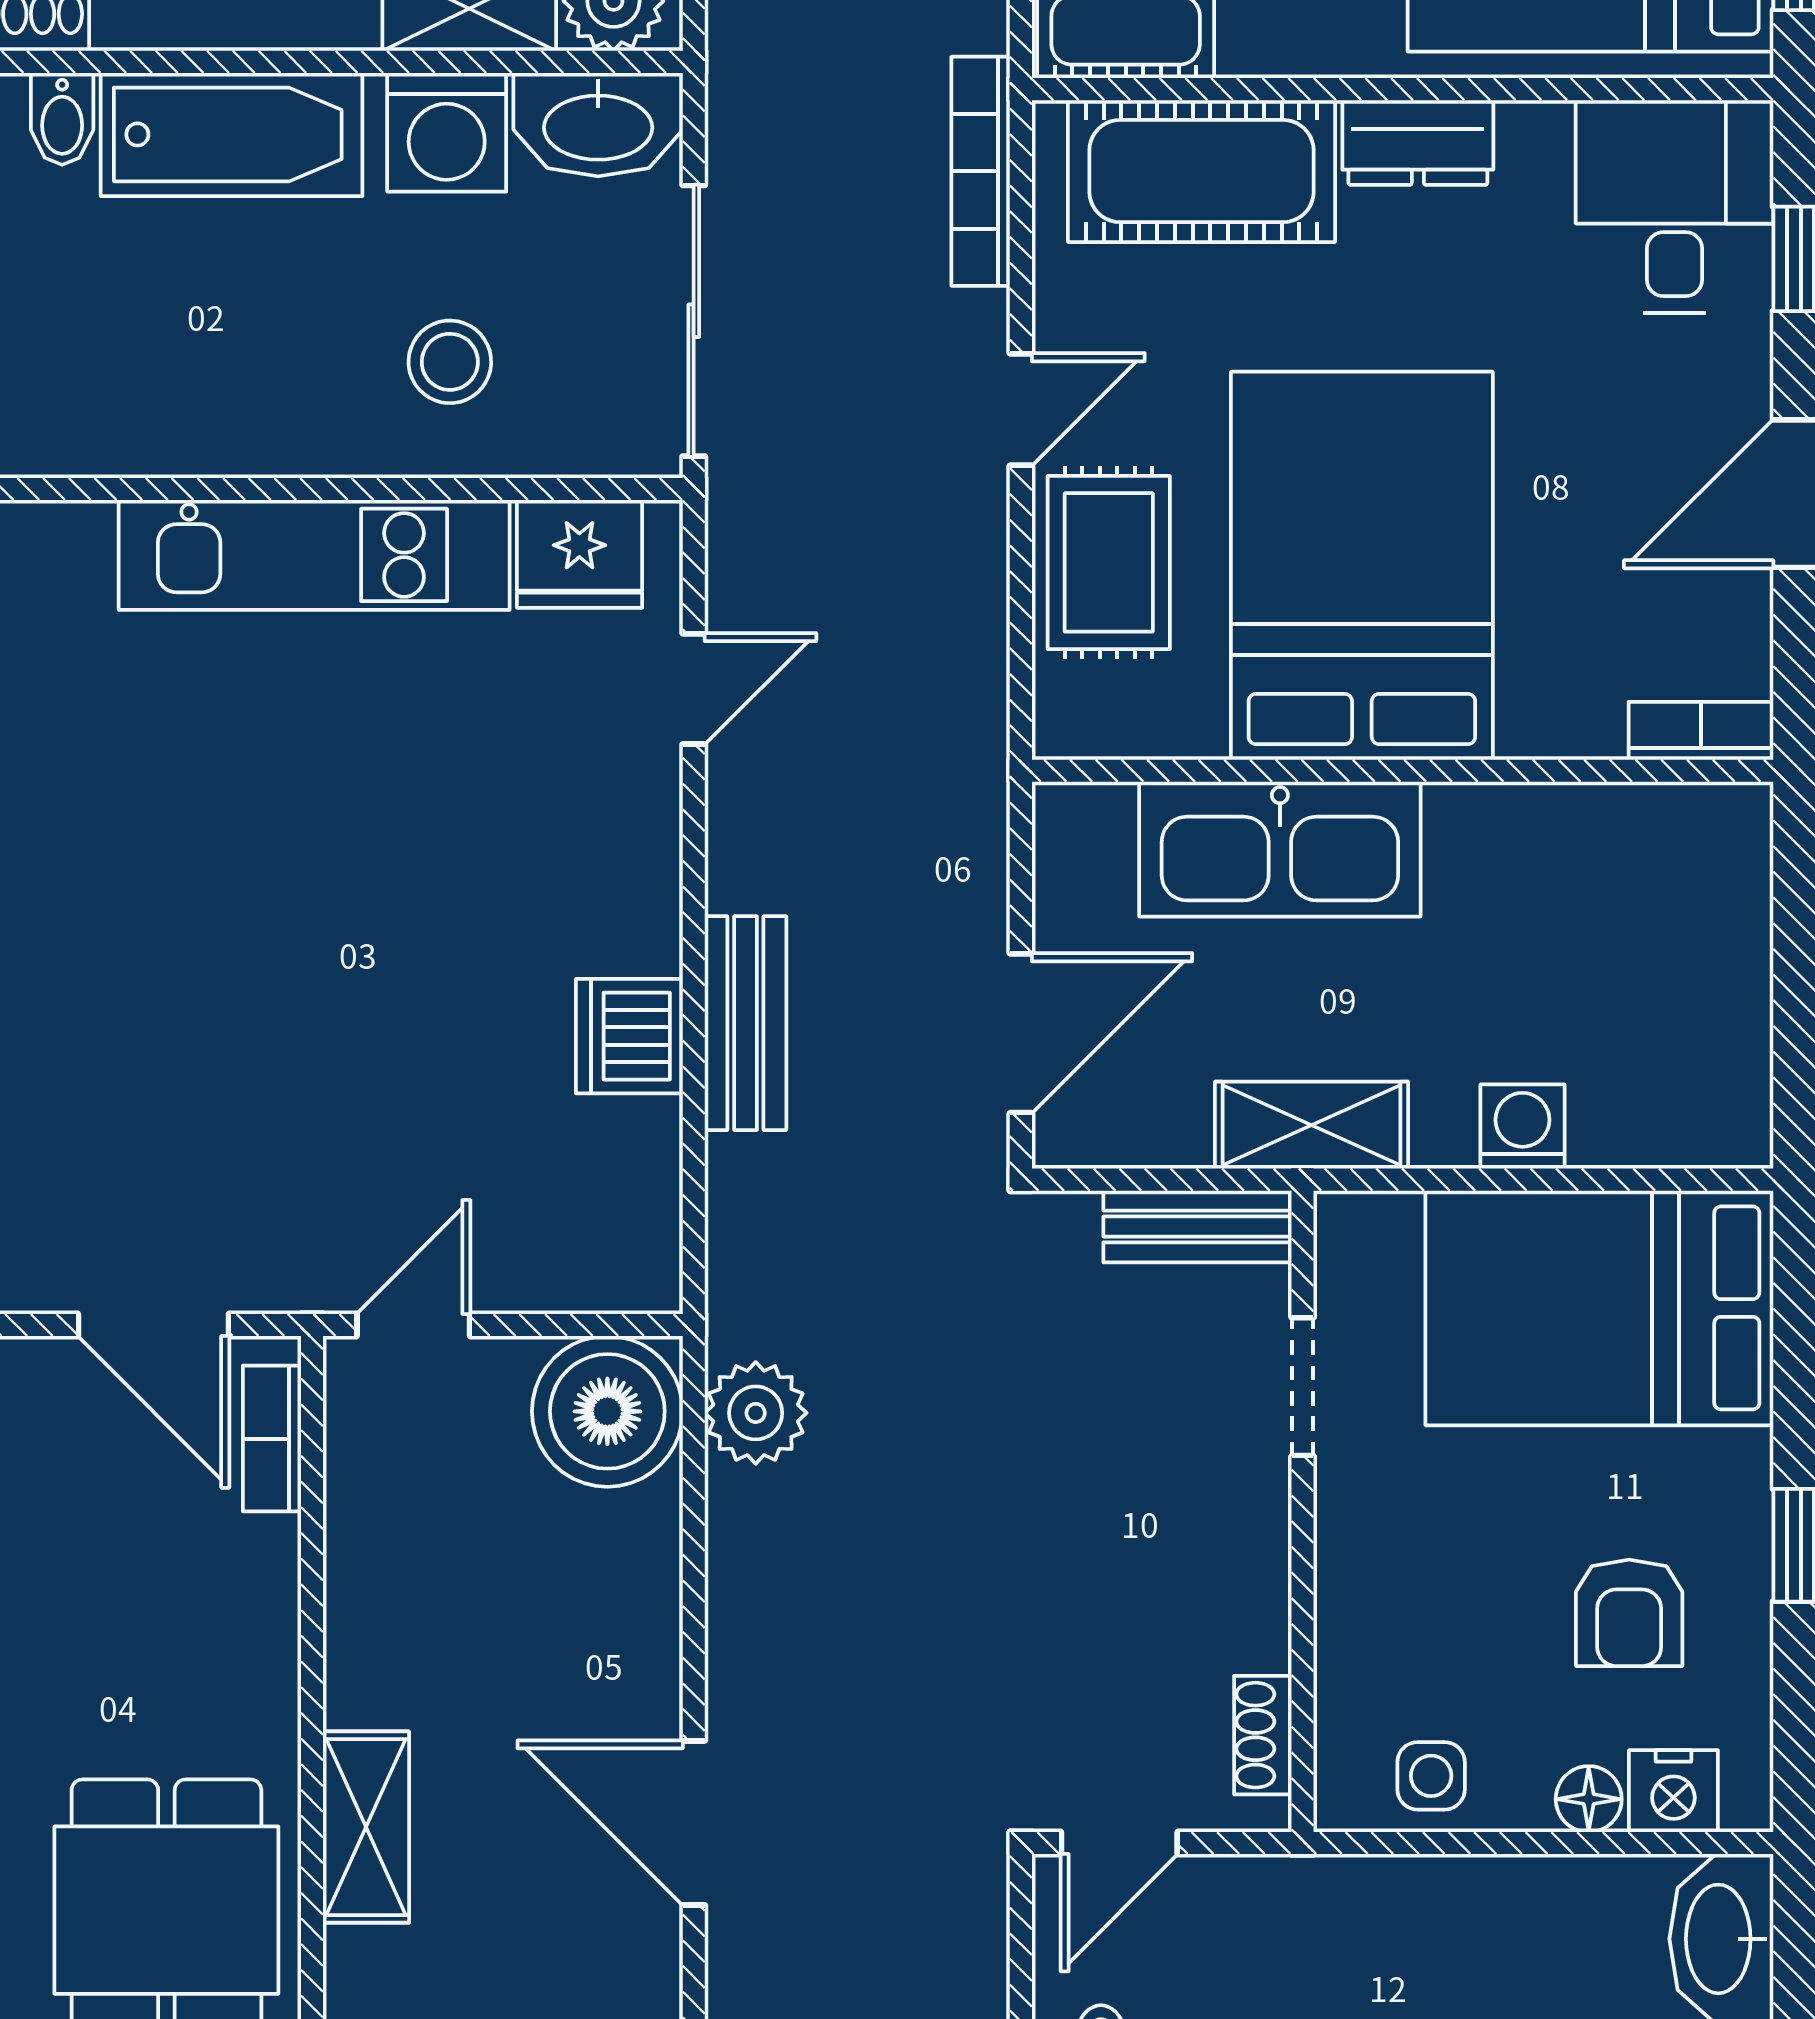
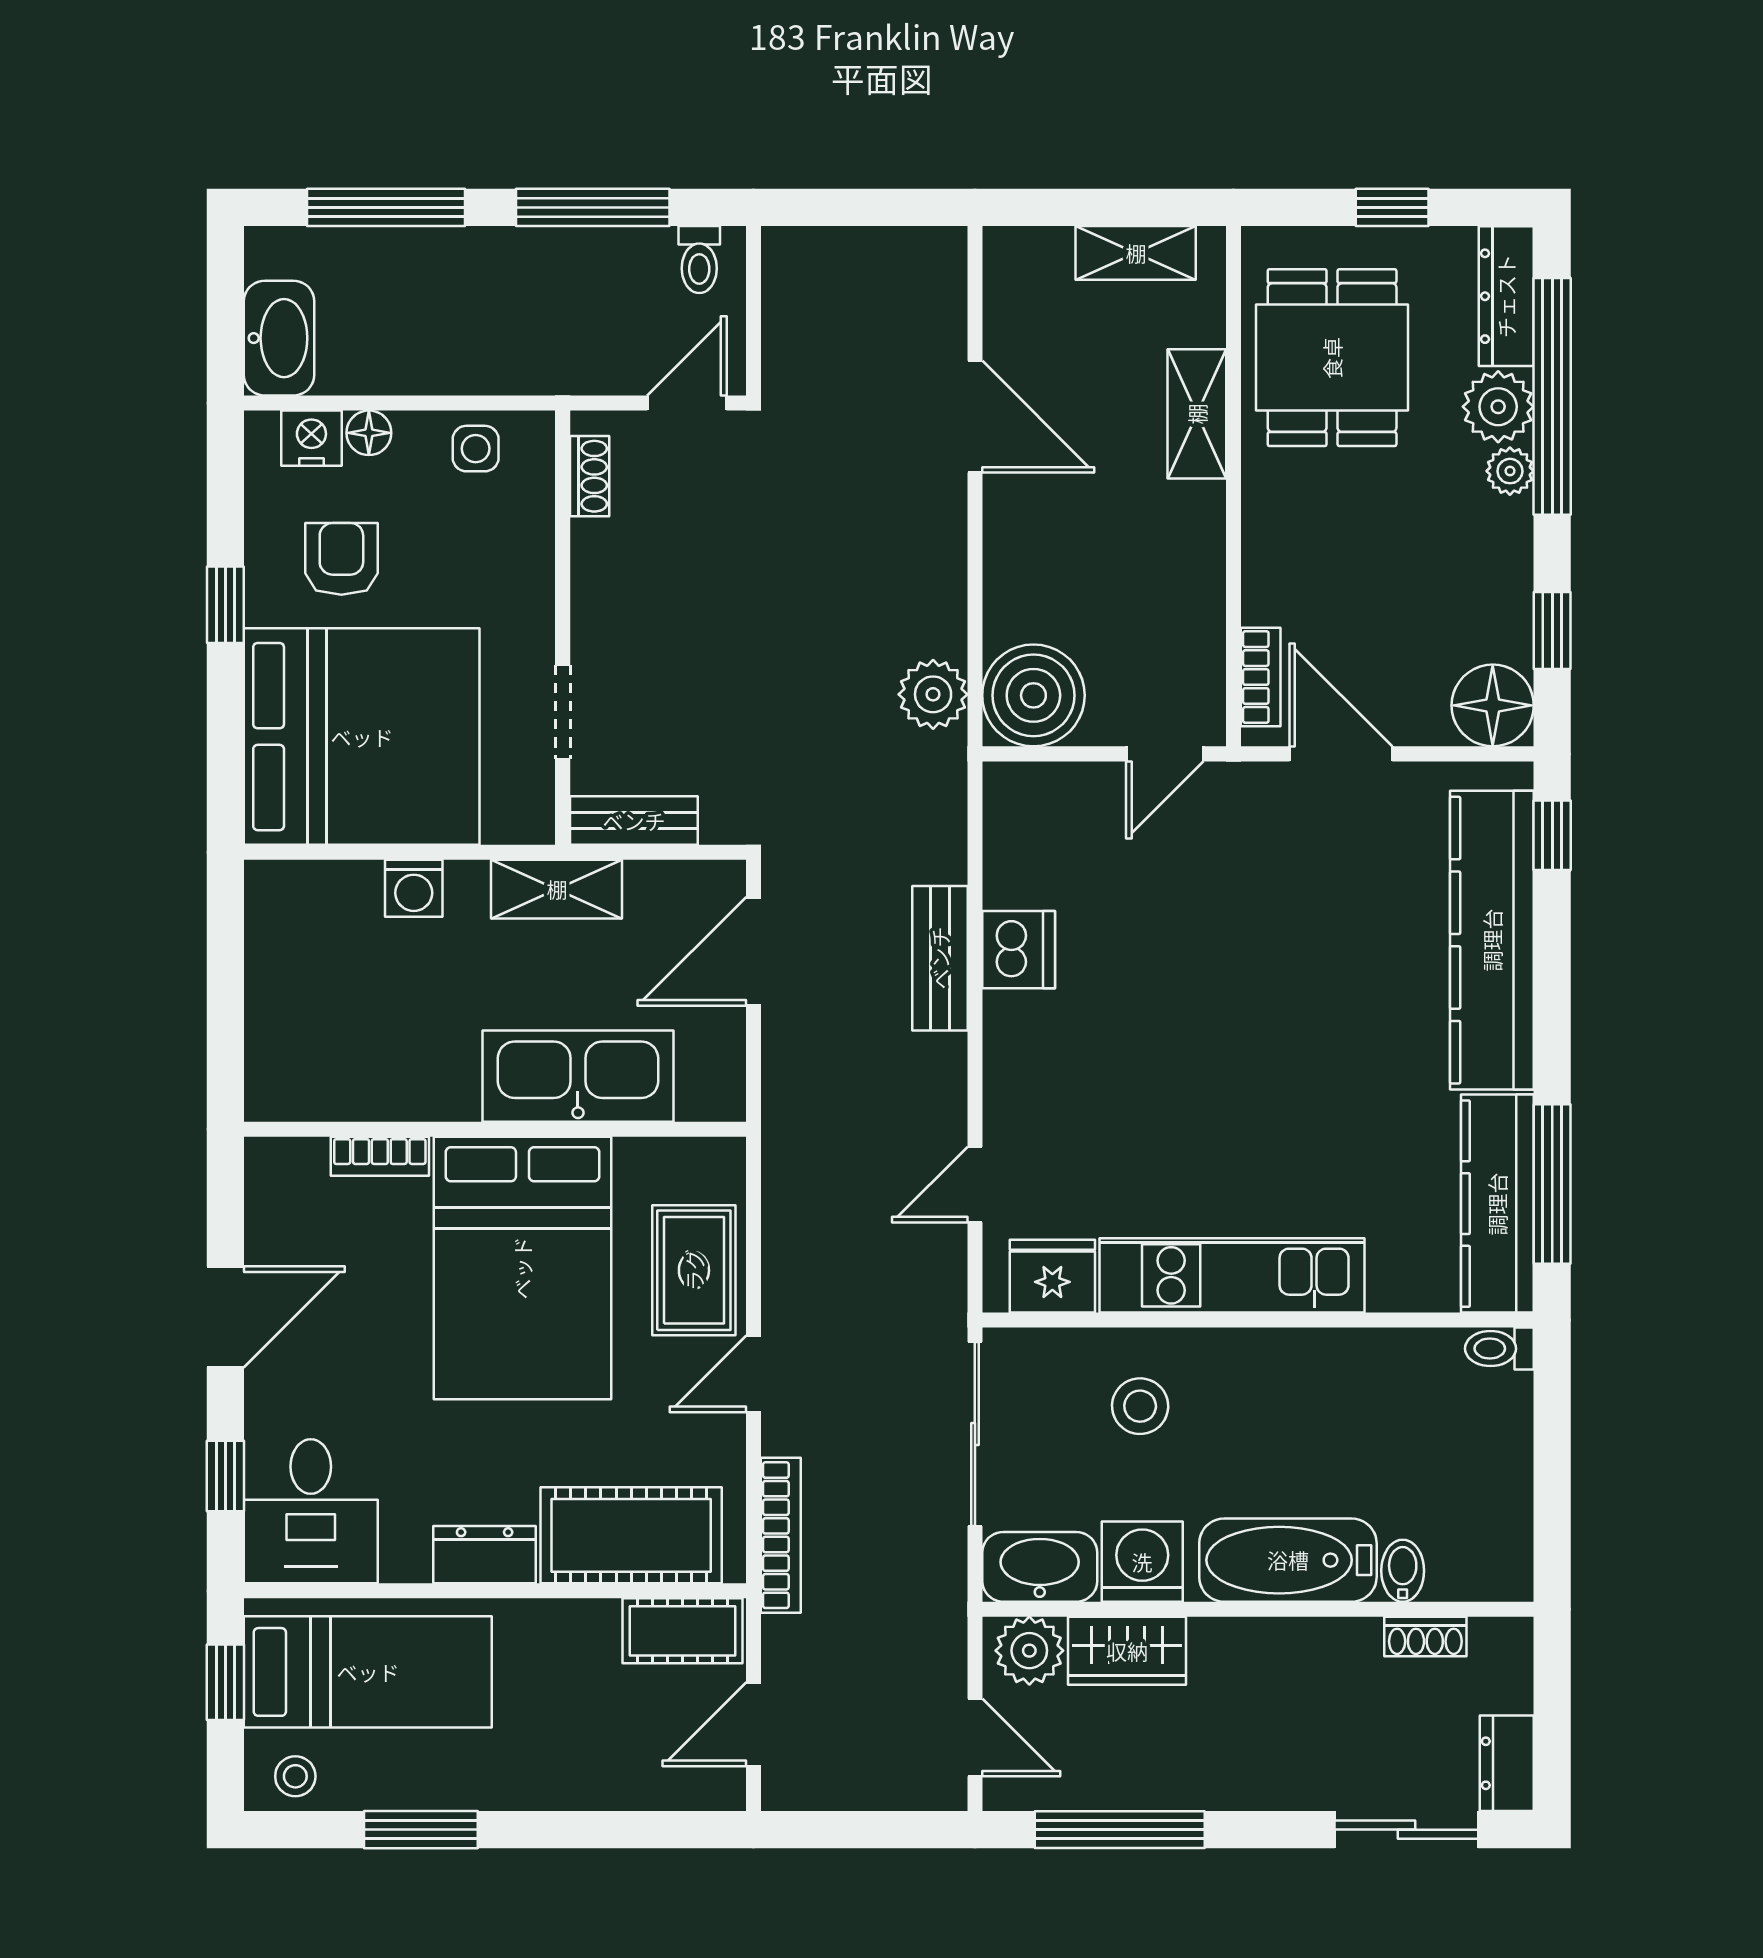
bookcase: (1701, 731) -> (380, 1156), moved
bed: (1599, 1308) -> (362, 737), width x1.36

